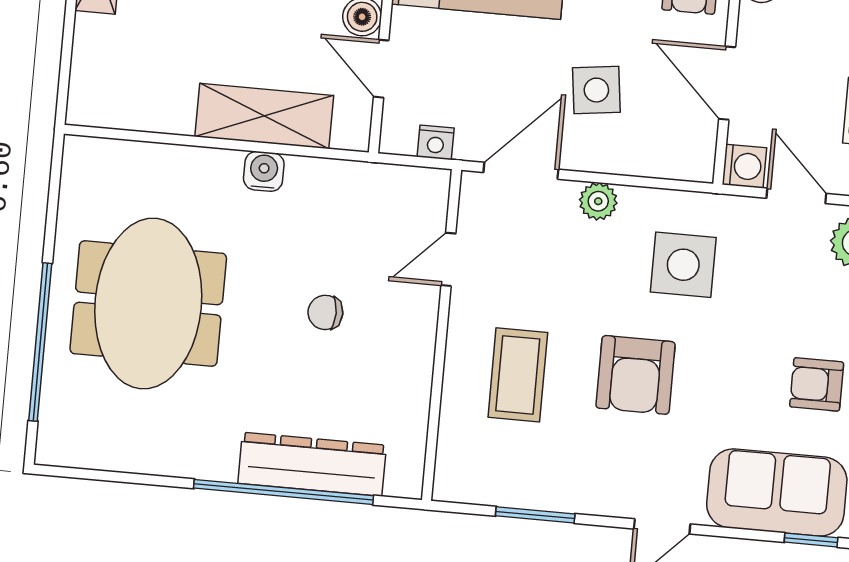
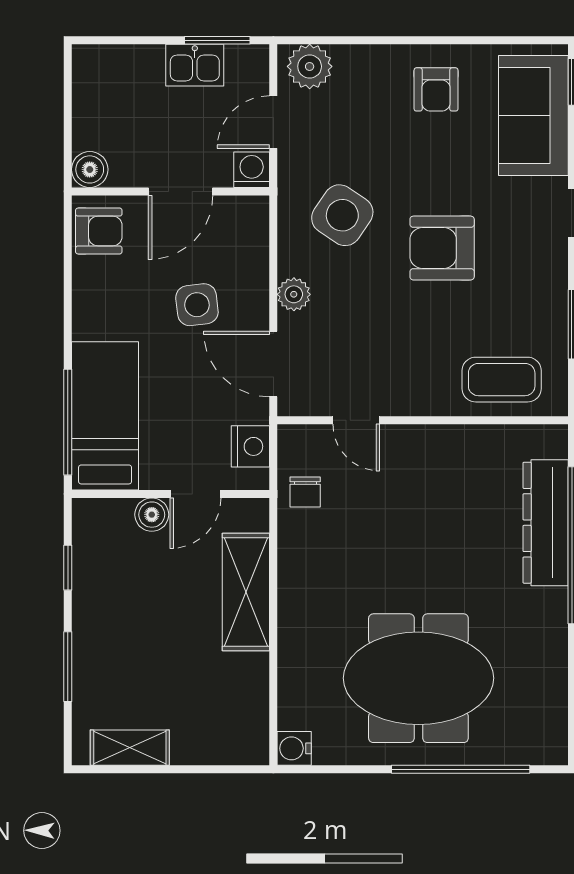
nightstand: (436, 142) -> (250, 446), width x1.39, depth x1.35
water cooler: (264, 171) -> (294, 748), moved
side table: (683, 265) -> (342, 215), turned 34
chair: (325, 312) -> (305, 492), moved
coffee table: (518, 375) -> (502, 380), moved
armchair: (636, 375) -> (442, 248), turned 180

